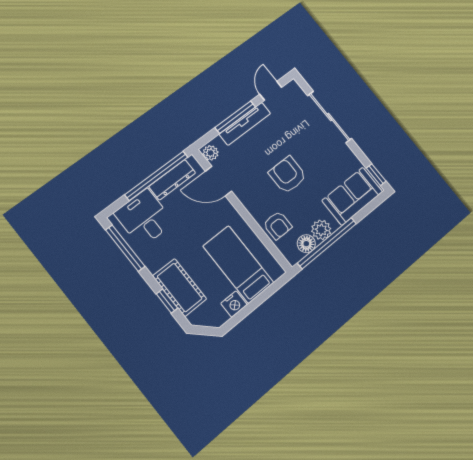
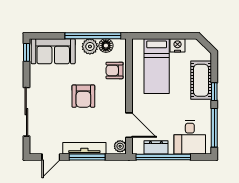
dresser: (172, 180) -> (156, 147), width x0.70
armchair: (278, 225) -> (115, 70), turned -90
window: (167, 301) -> (214, 92), moved

